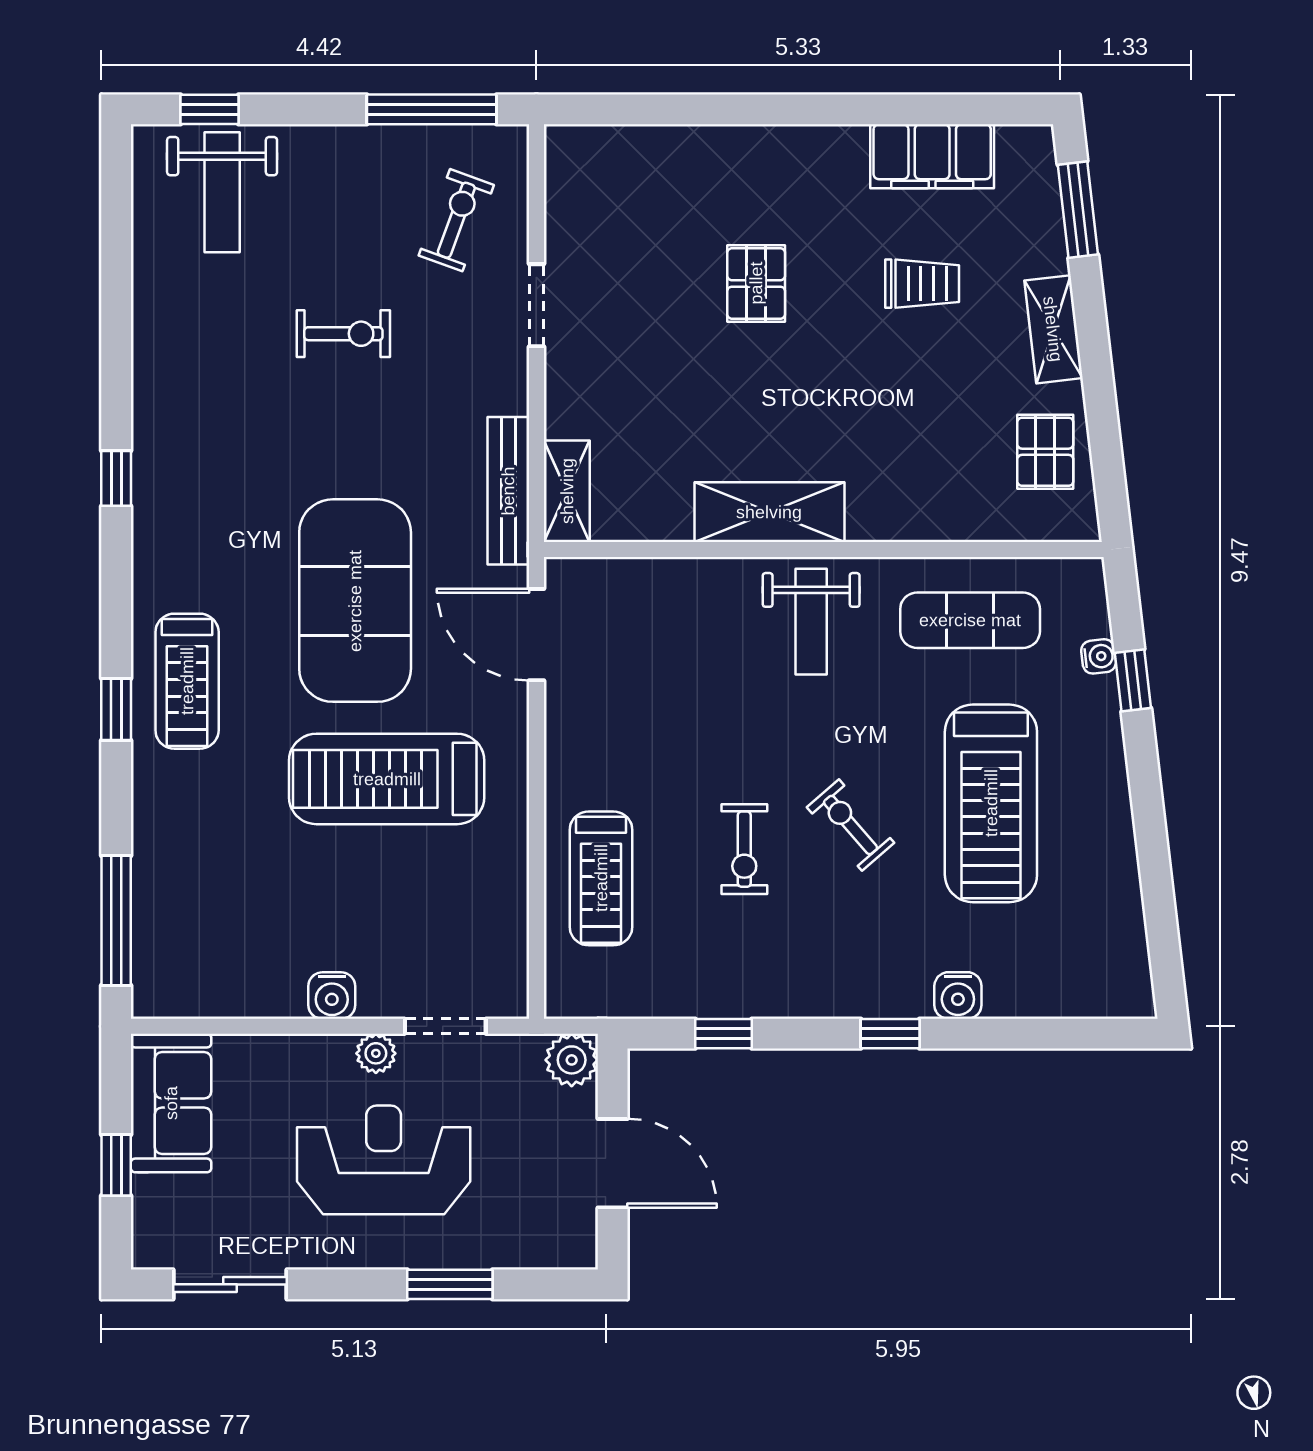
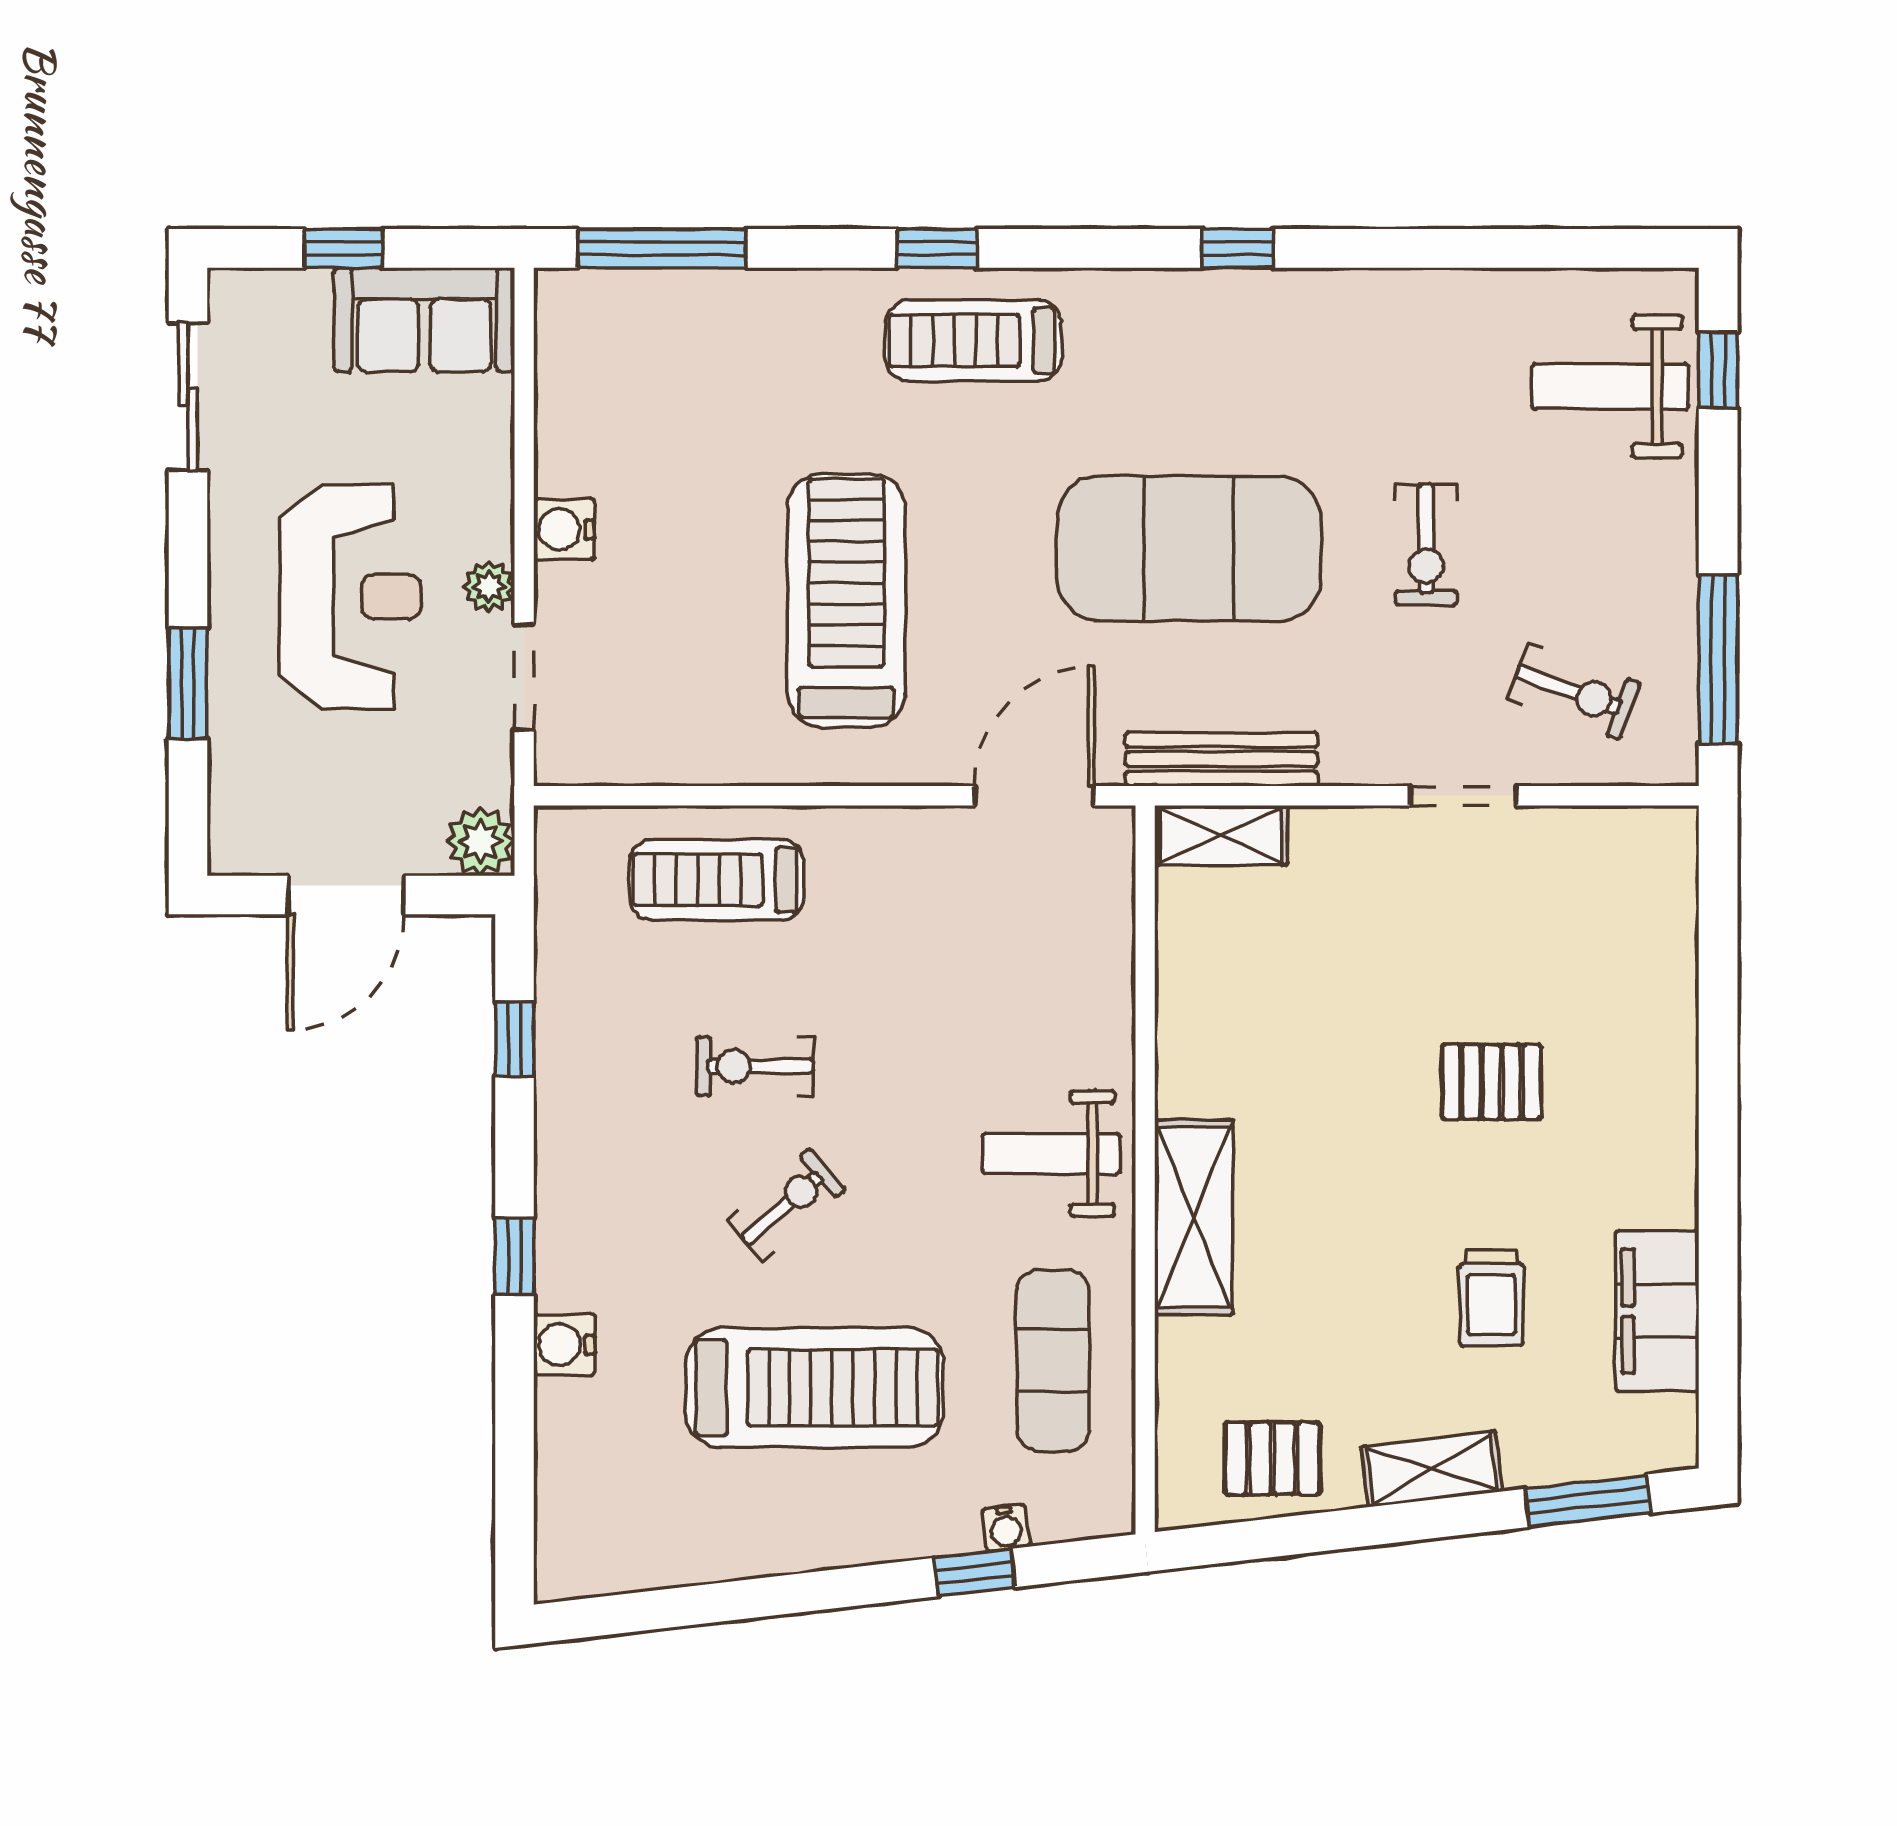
shelving: (769, 512) -> (1194, 1217), moved
exercise mat: (355, 601) -> (1189, 549), moved
treadmill: (991, 803) -> (814, 1388), turned 180

